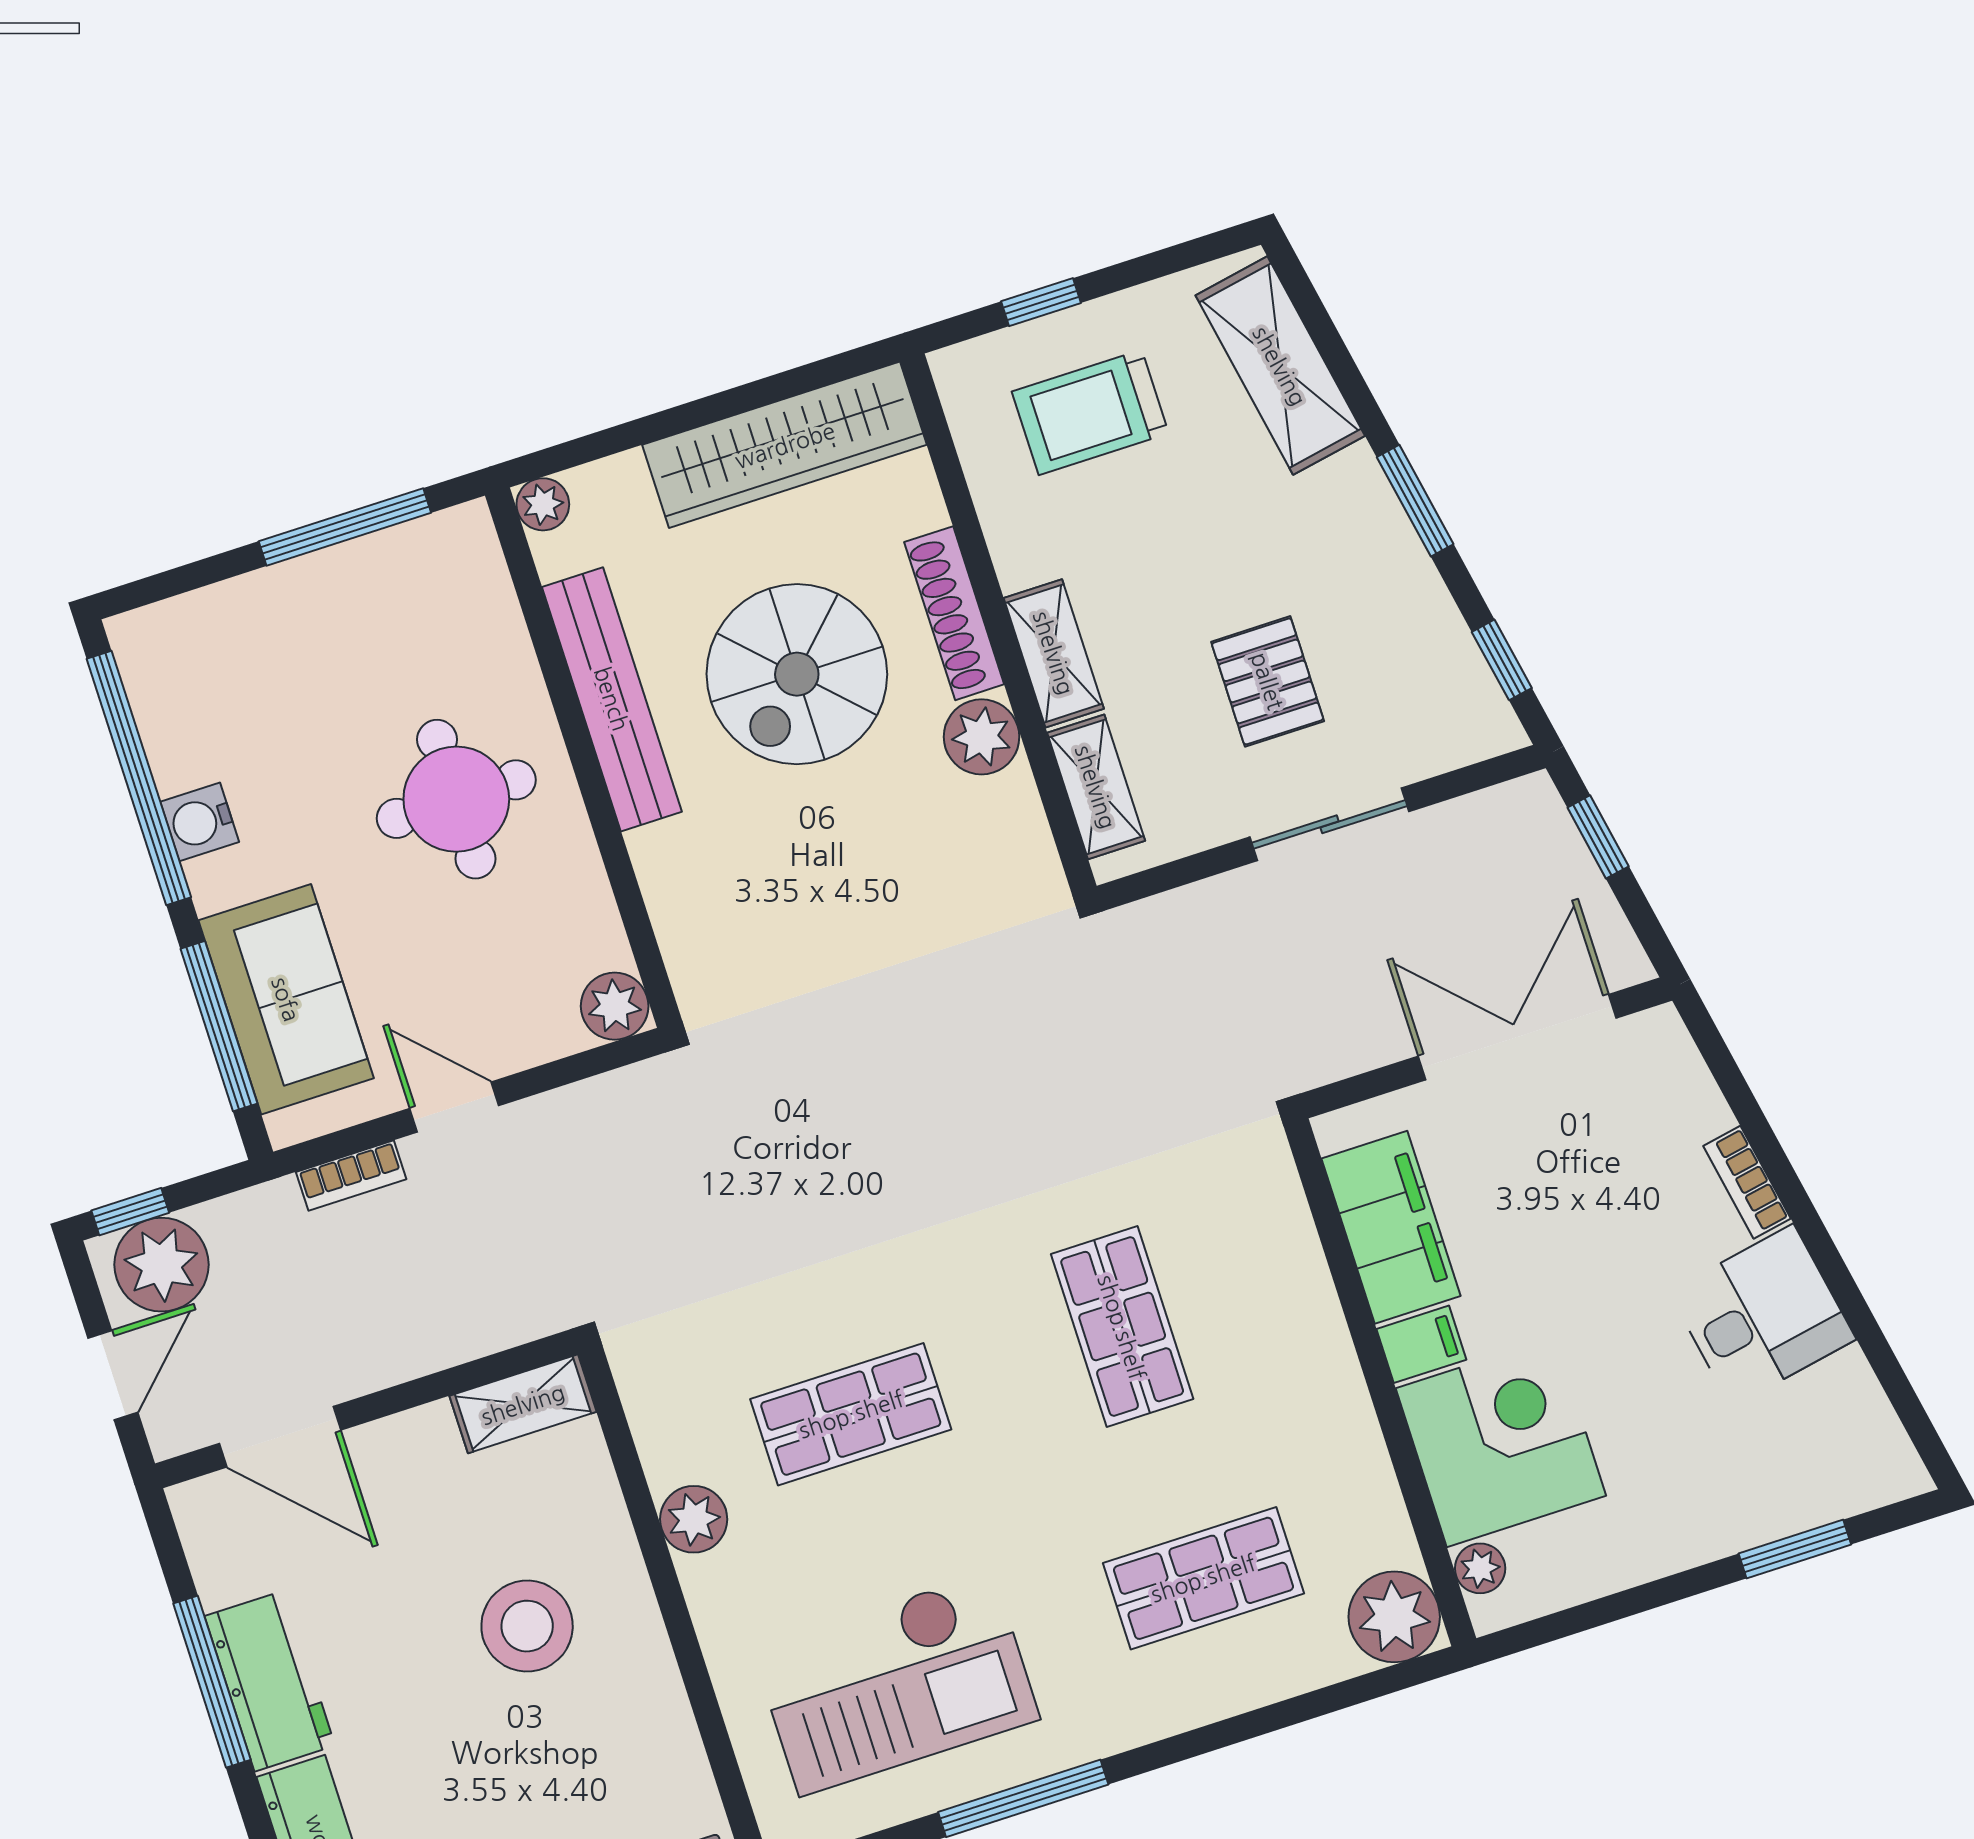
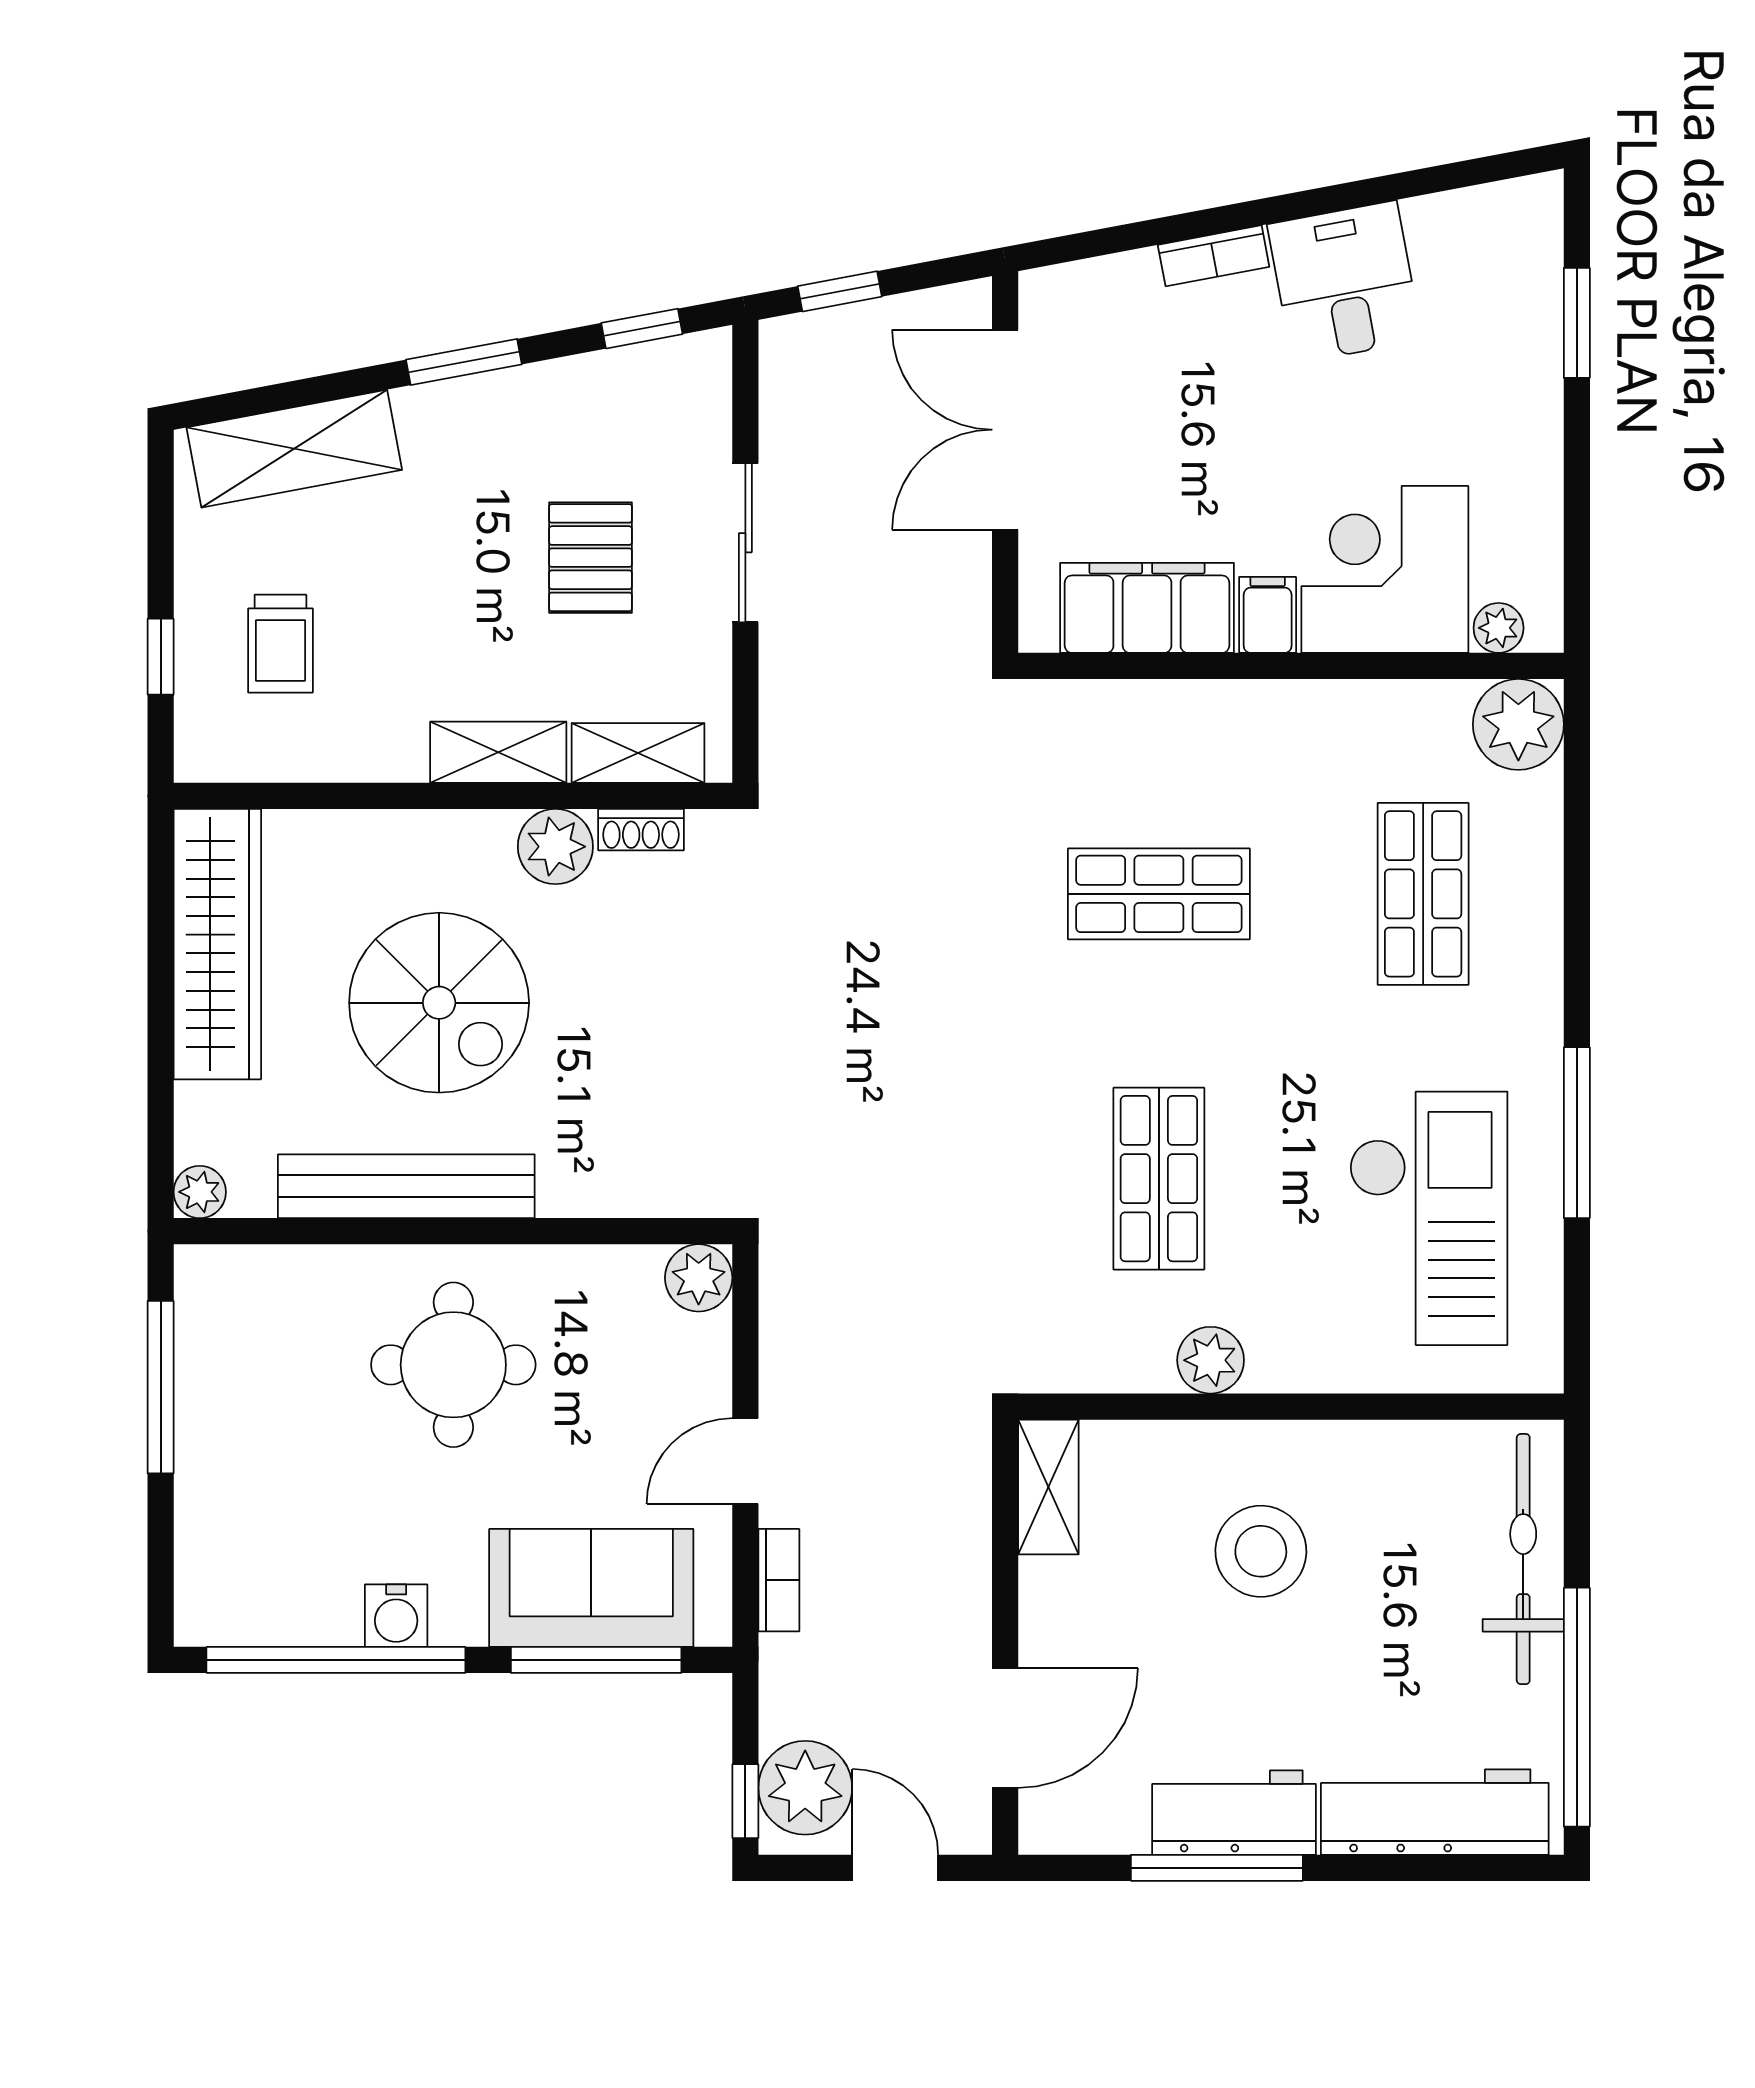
trolley: (1090, 412) -> (280, 644), width x0.73, depth x0.72
shoe rack: (954, 613) -> (641, 830), moved, width x0.51, depth x0.81
pallet: (1268, 681) -> (590, 558), turned 90

